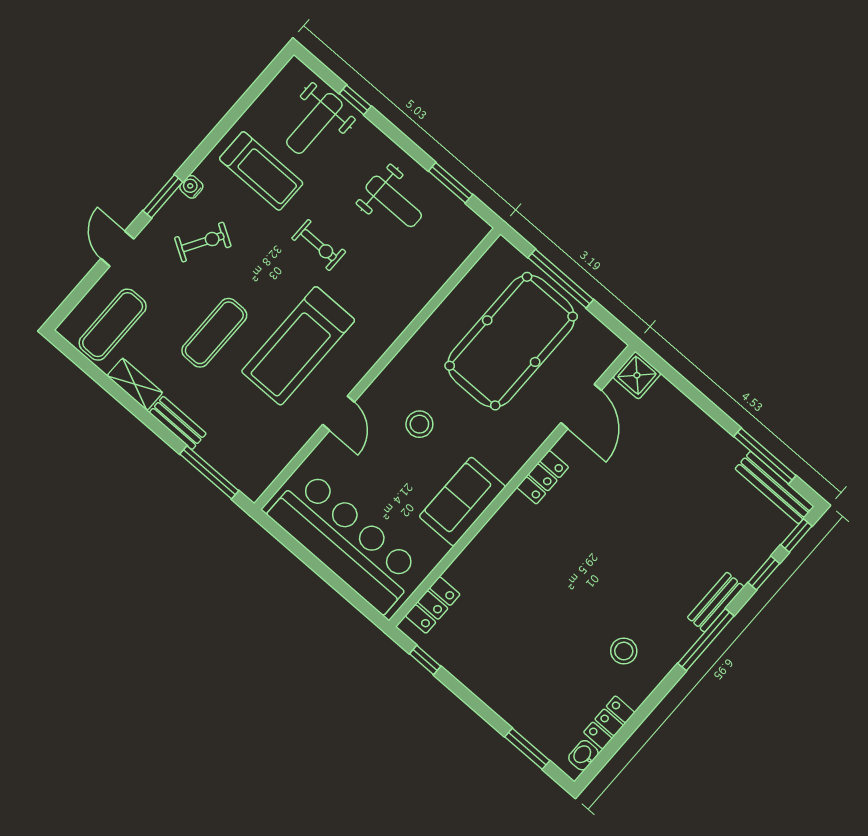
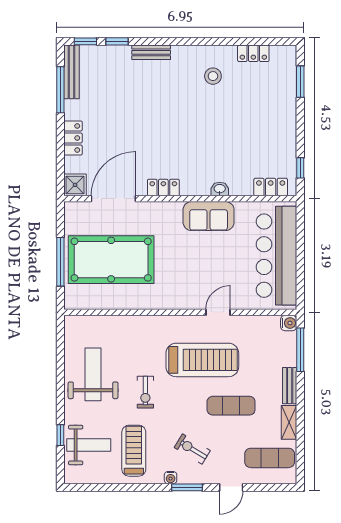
window: (451, 183) -> (60, 355), removed
weight bench: (394, 201) -> (93, 374), width x1.36, depth x1.33
exercise bike: (319, 245) -> (145, 392), turned 180
door: (581, 407) -> (113, 199), width x1.36
locker: (695, 421) -> (73, 138), added
stool: (419, 424) -> (189, 269), removed
water cooler: (253, 486) -> (289, 323), added
window: (706, 640) -> (173, 41), removed
washbasin: (583, 755) -> (220, 189), moved, turned 180

